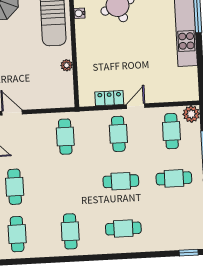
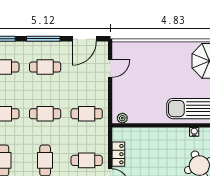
plant: (67, 65) -> (122, 118), moved
cafe table: (68, 184) -> (45, 114), added

